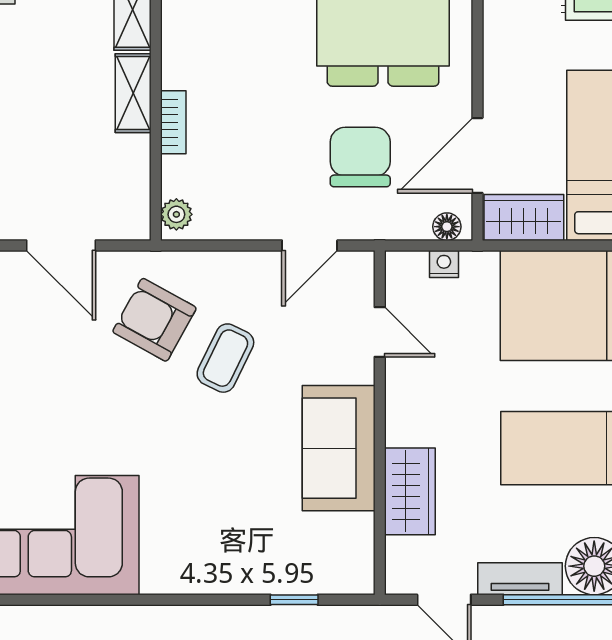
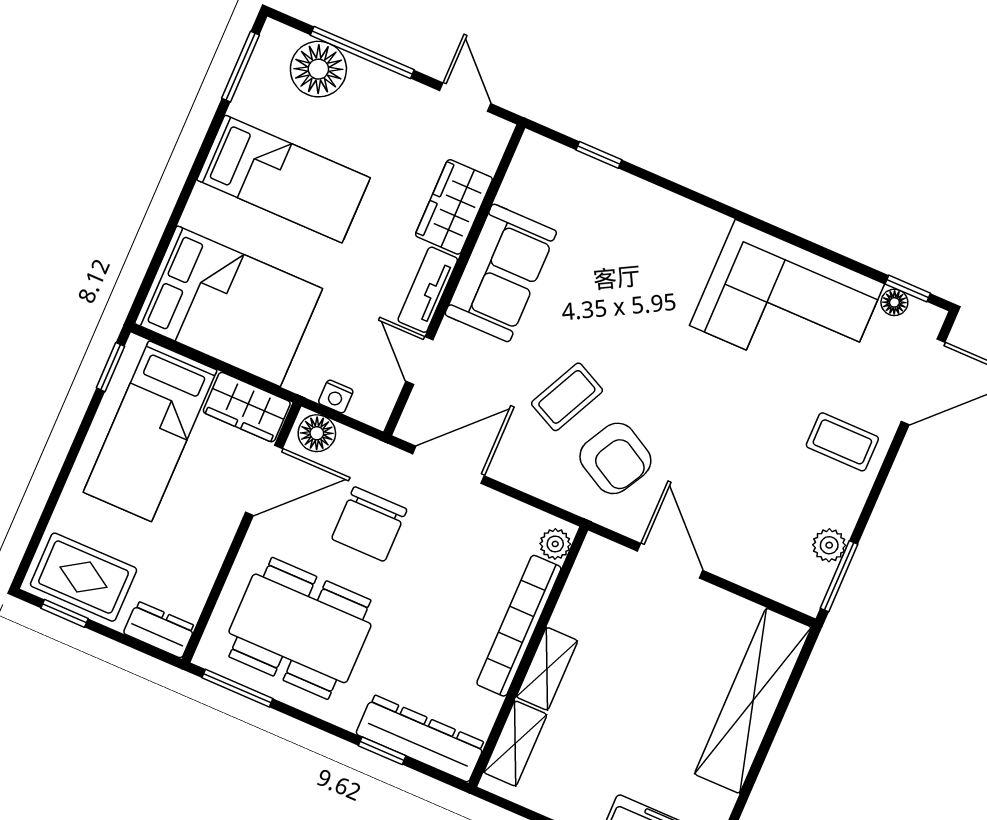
bookcase: (173, 122) -> (519, 626), width x2.31, depth x1.31
floor lamp: (447, 227) -> (317, 433), width x1.37, depth x1.37
door: (310, 245) -> (448, 465), width x1.38
tv unit: (520, 579) -> (428, 290), moved, turned 90

